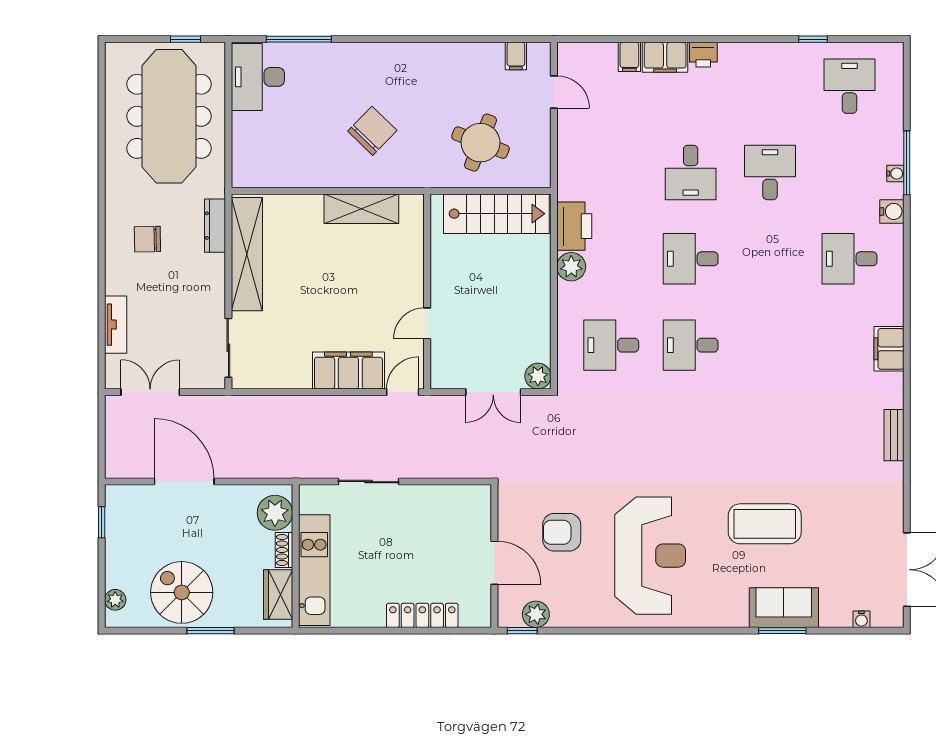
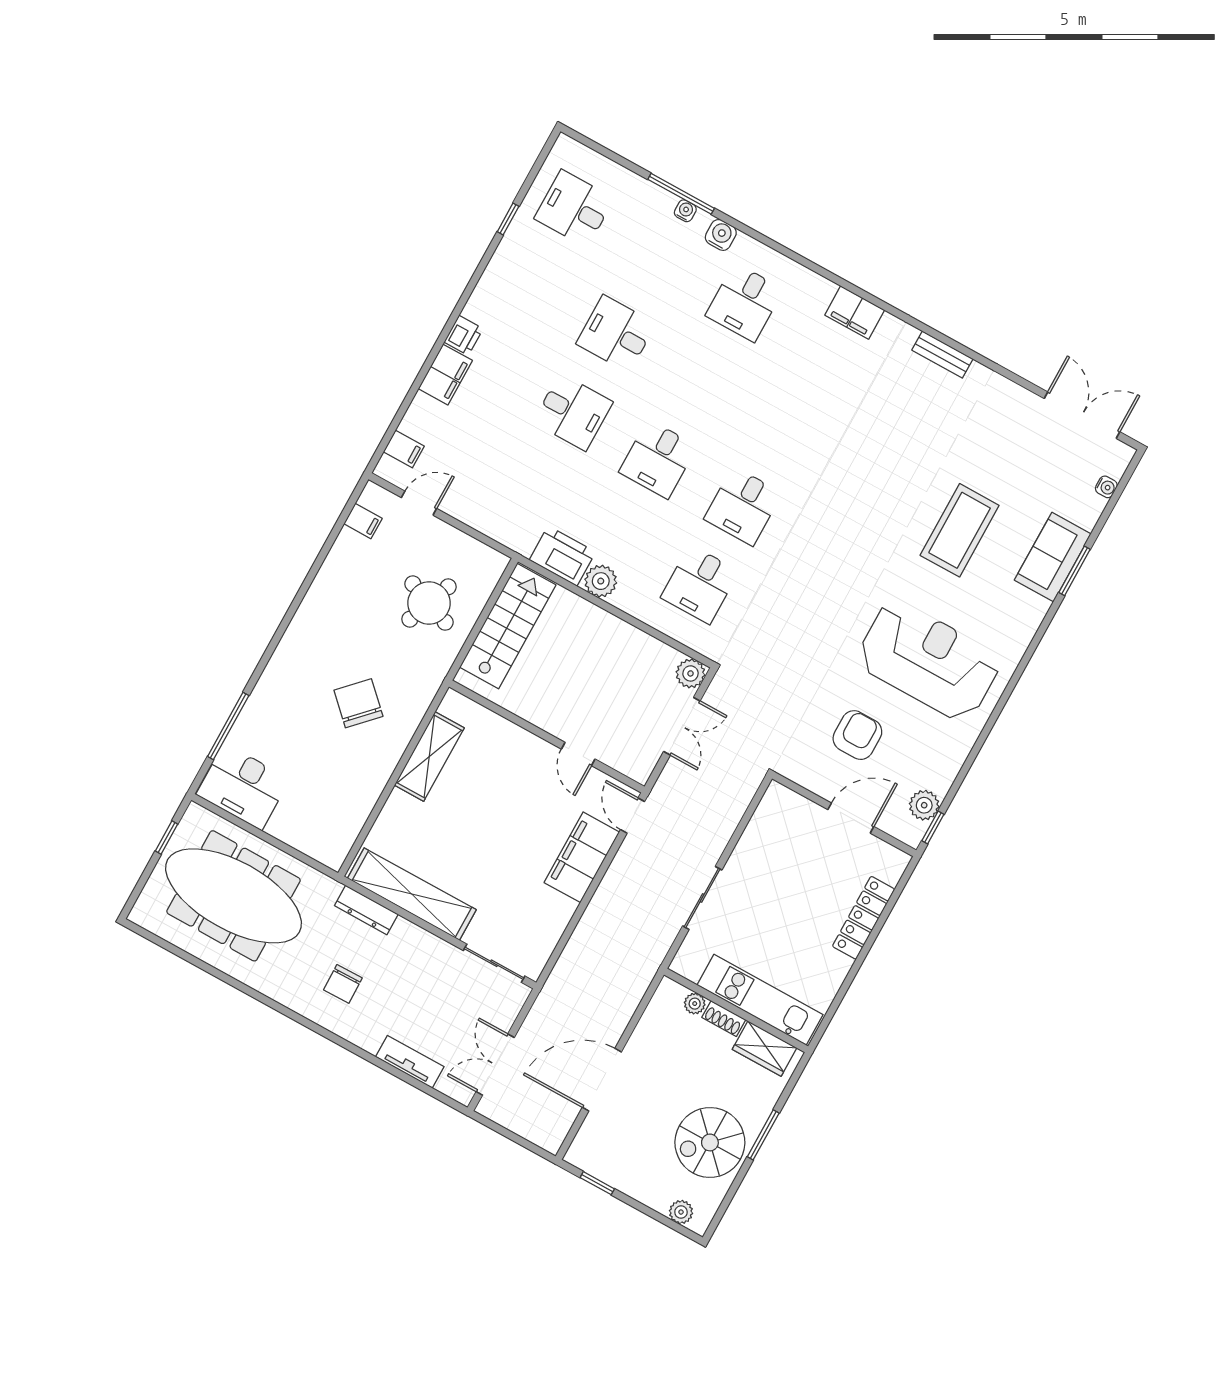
filing cabinet: (629, 57) -> (404, 449), moved
plant: (275, 513) -> (695, 1004), width x0.53, depth x0.53
armchair: (562, 532) -> (857, 735), turned 180

